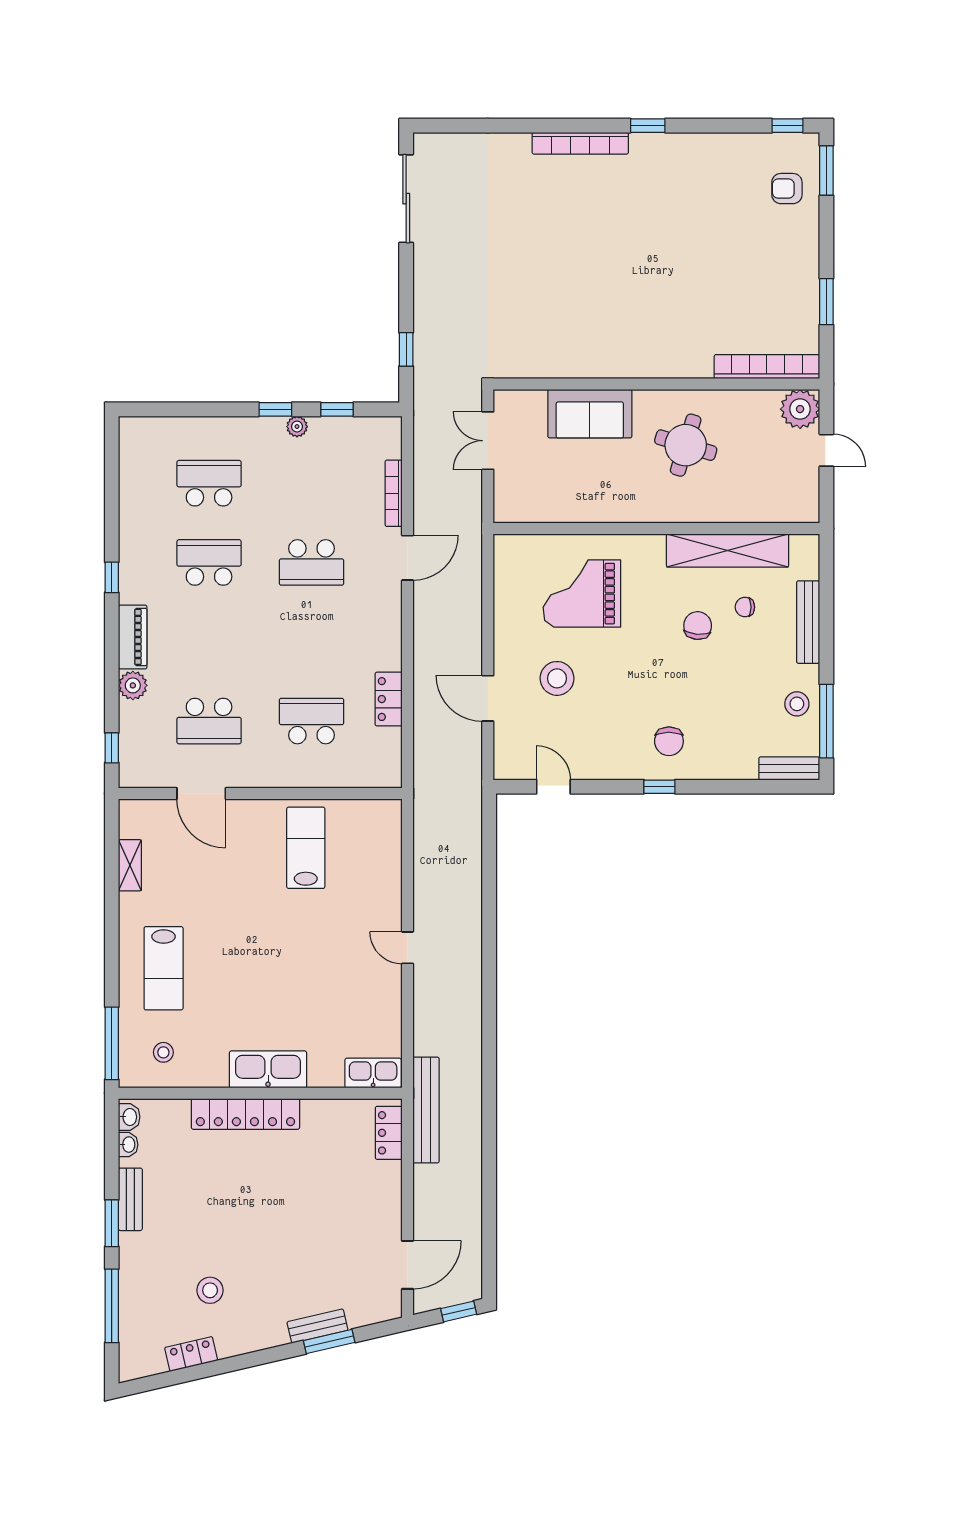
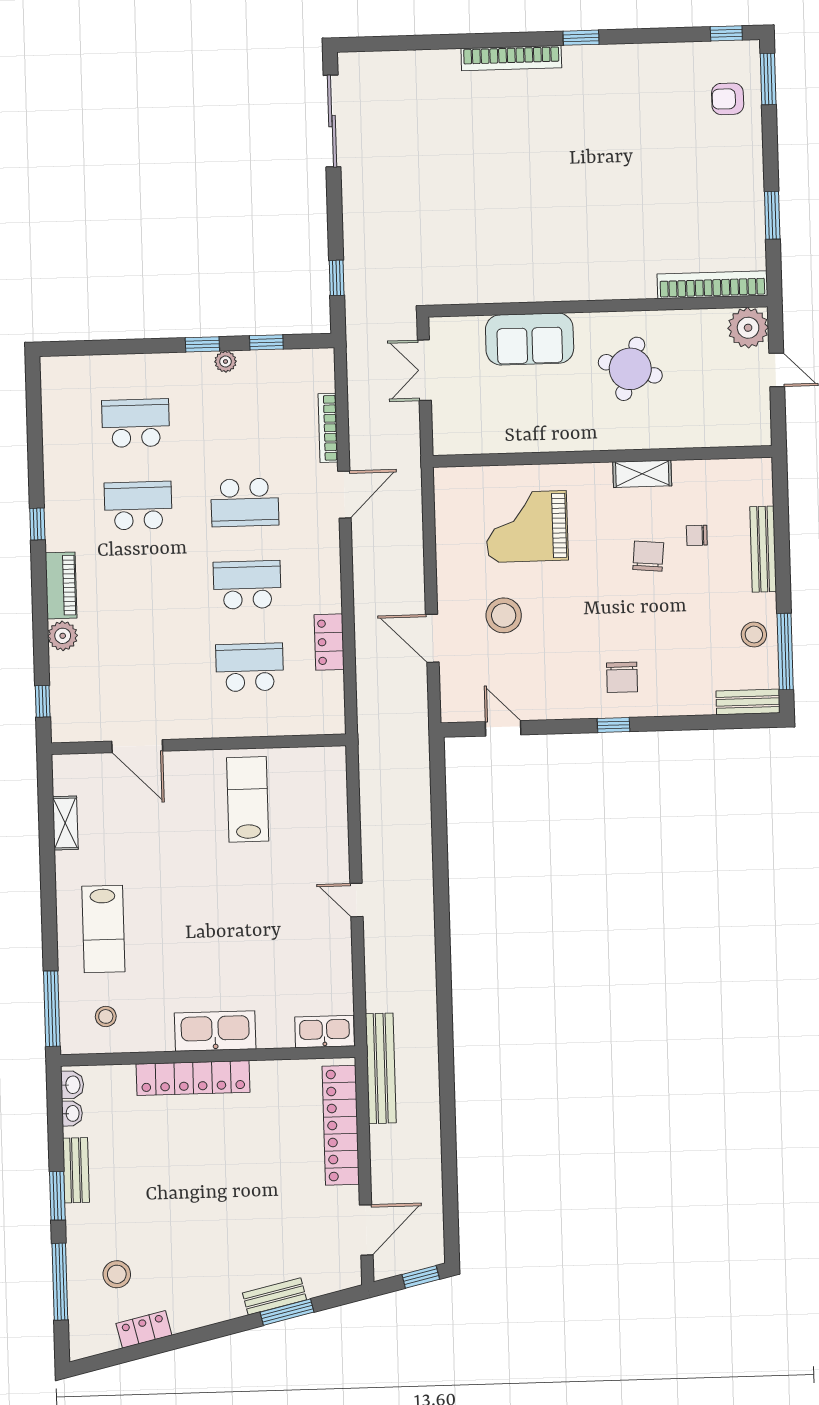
shelving: (728, 551) -> (642, 474), width x0.45, depth x0.75
school desk: (209, 721) -> (247, 585), moved, turned 180
locker: (389, 1133) -> (341, 1125), width x2.16, depth x1.21
stool: (210, 1290) -> (117, 1274), moved

